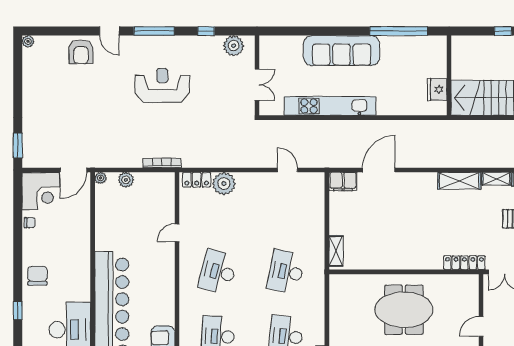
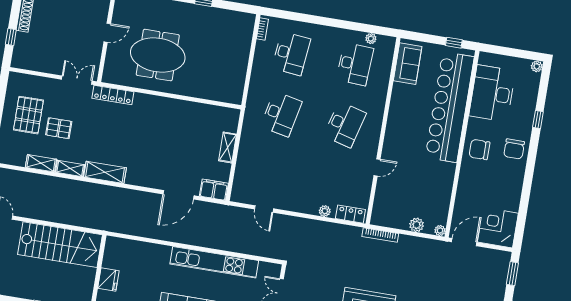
fridge: (437, 89) -> (108, 280), moved
plant: (224, 184) -> (325, 211), width x0.53, depth x0.53
chair: (30, 223) -> (479, 149), moved, width x1.87, depth x1.87
shelving: (336, 251) -> (228, 147), moved
meeting table: (404, 310) -> (158, 55), moved

